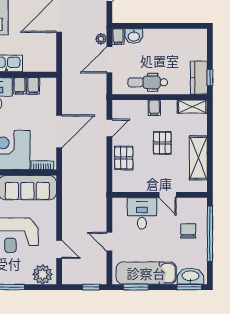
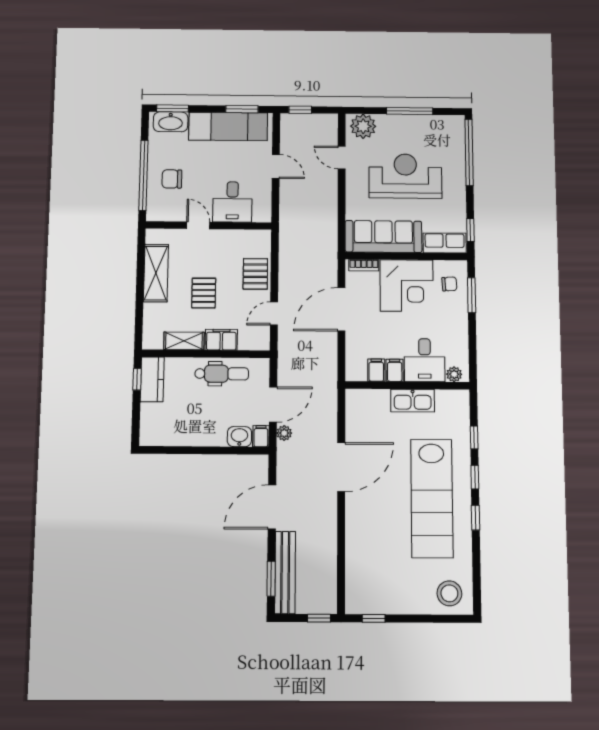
shelving: (192, 107) -> (184, 341), moved
filing cabinet: (154, 108) -> (221, 340), width x2.00
chair: (188, 231) -> (172, 179), turned 90

